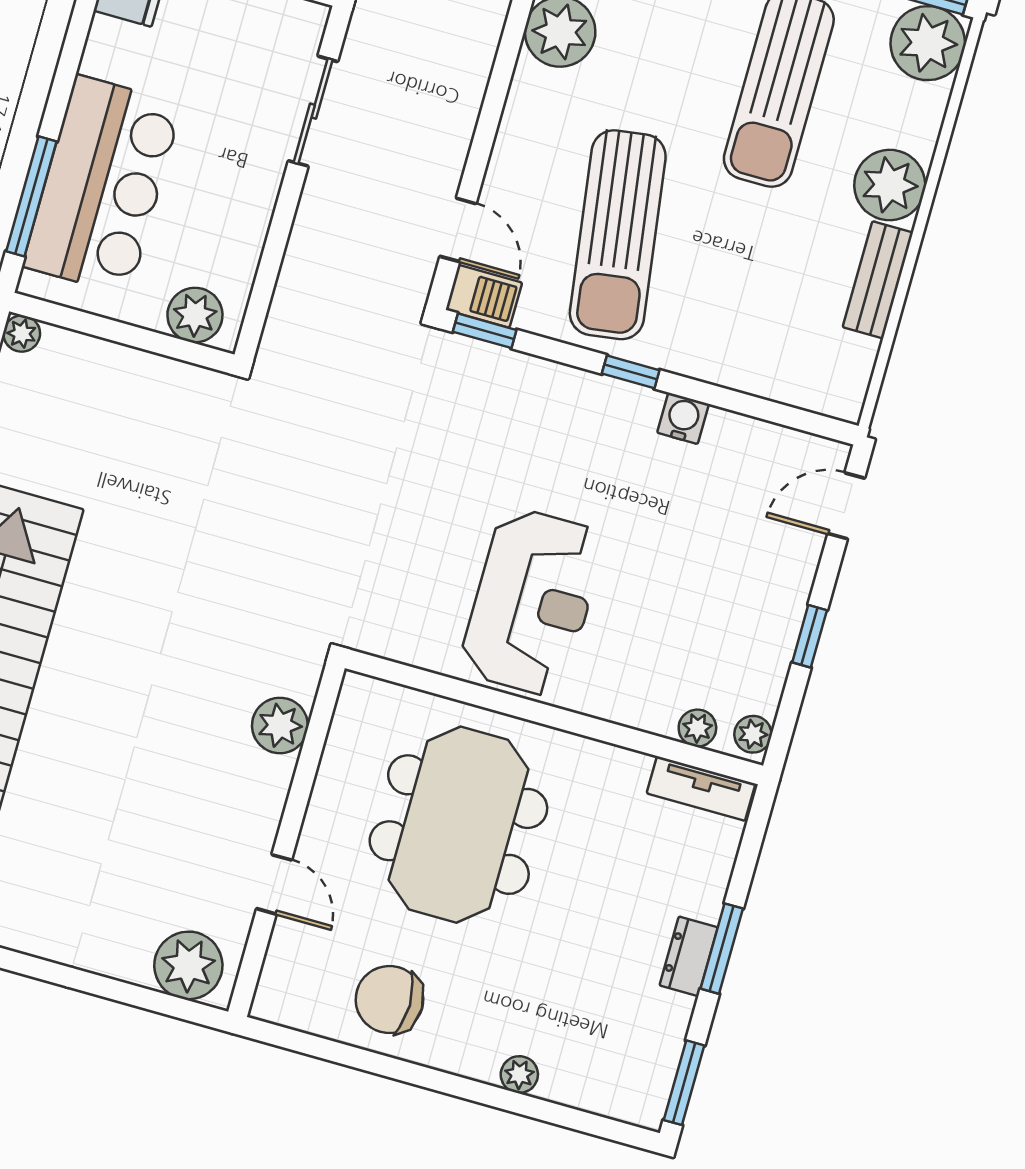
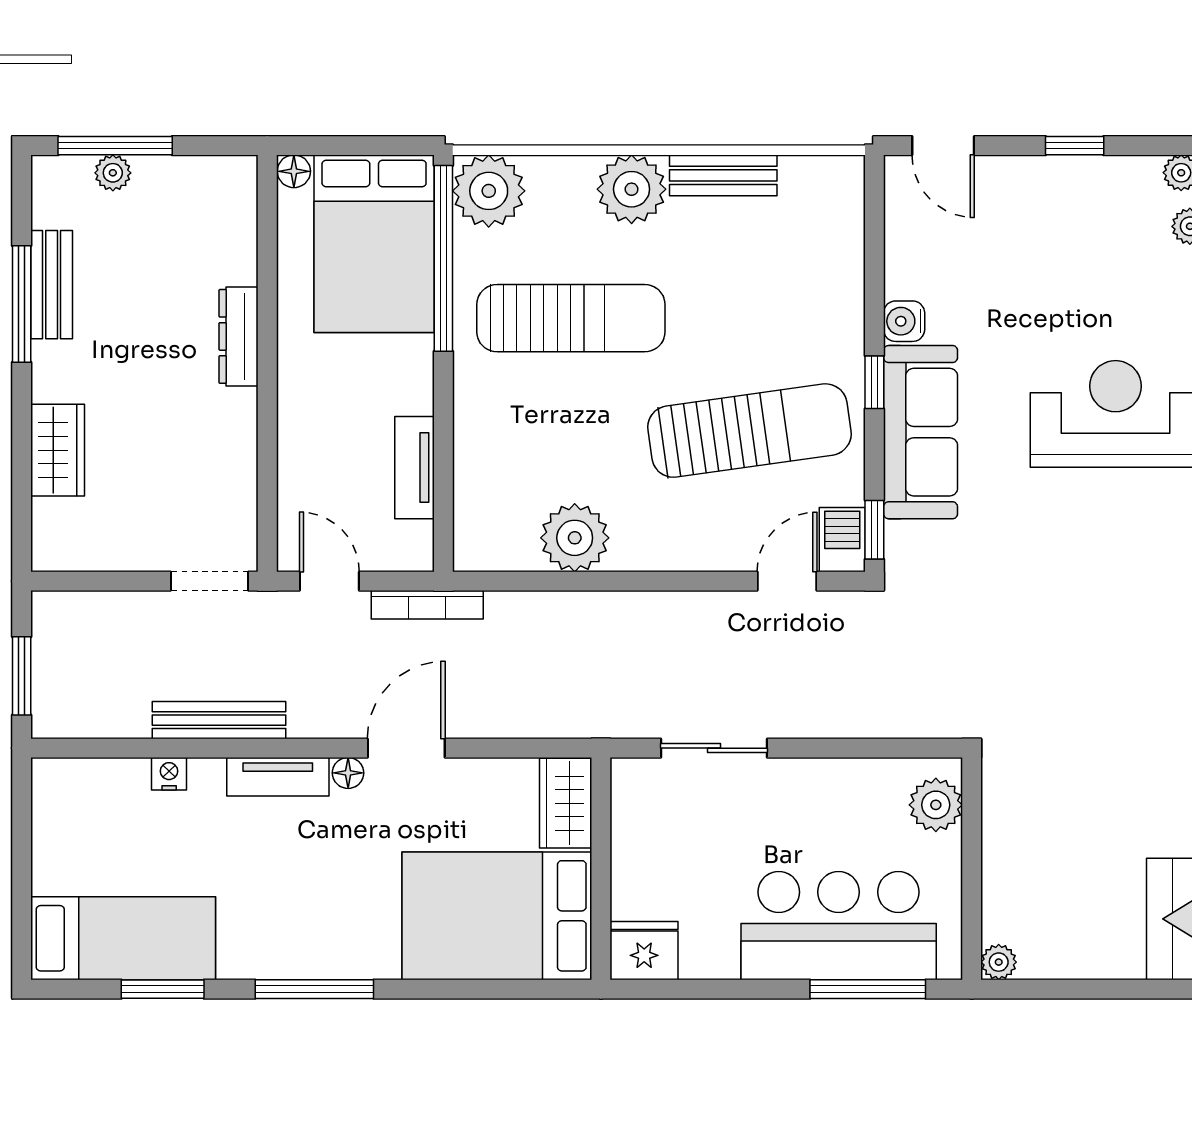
sofa: (568, 404) -> (921, 432), added

